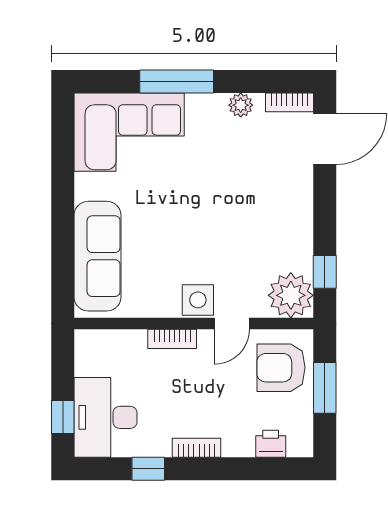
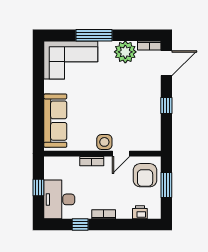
plant: (241, 105) -> (125, 52), width x1.88, depth x1.88
window: (325, 272) -> (166, 105), moved
plant: (291, 295) -> (150, 140), removed
armchair: (281, 368) -> (145, 175), turned -90
window: (63, 417) -> (38, 187), moved

